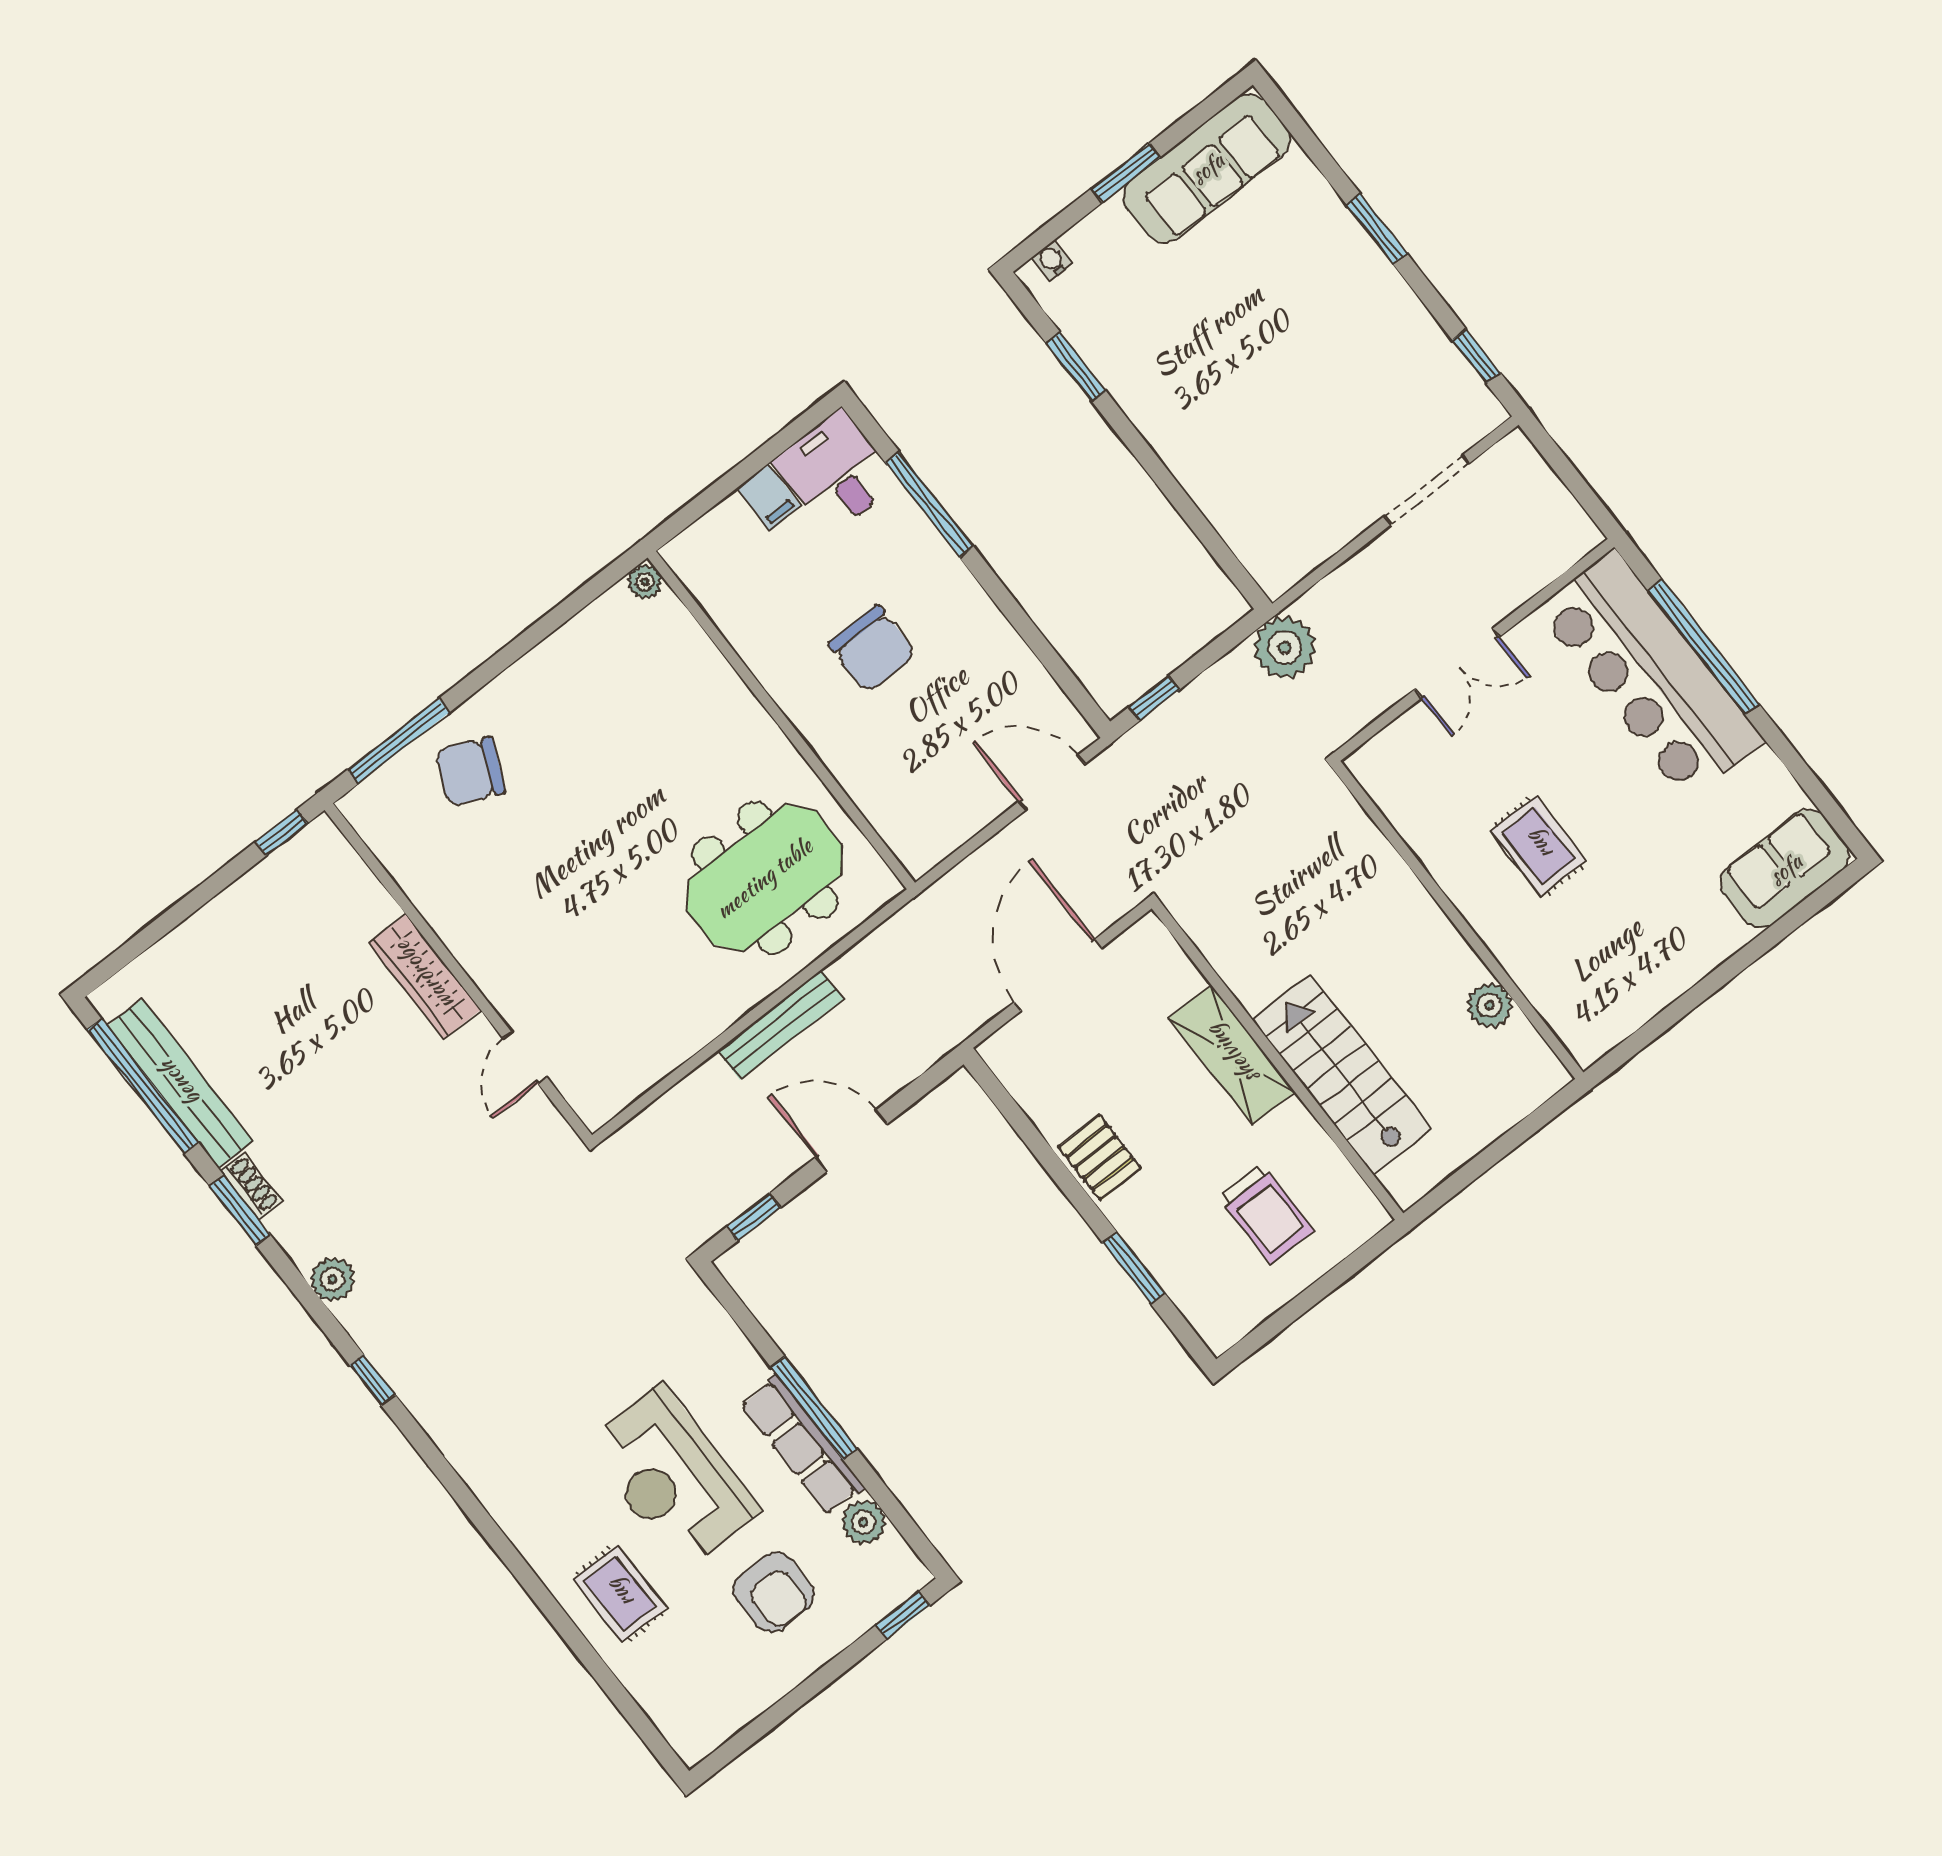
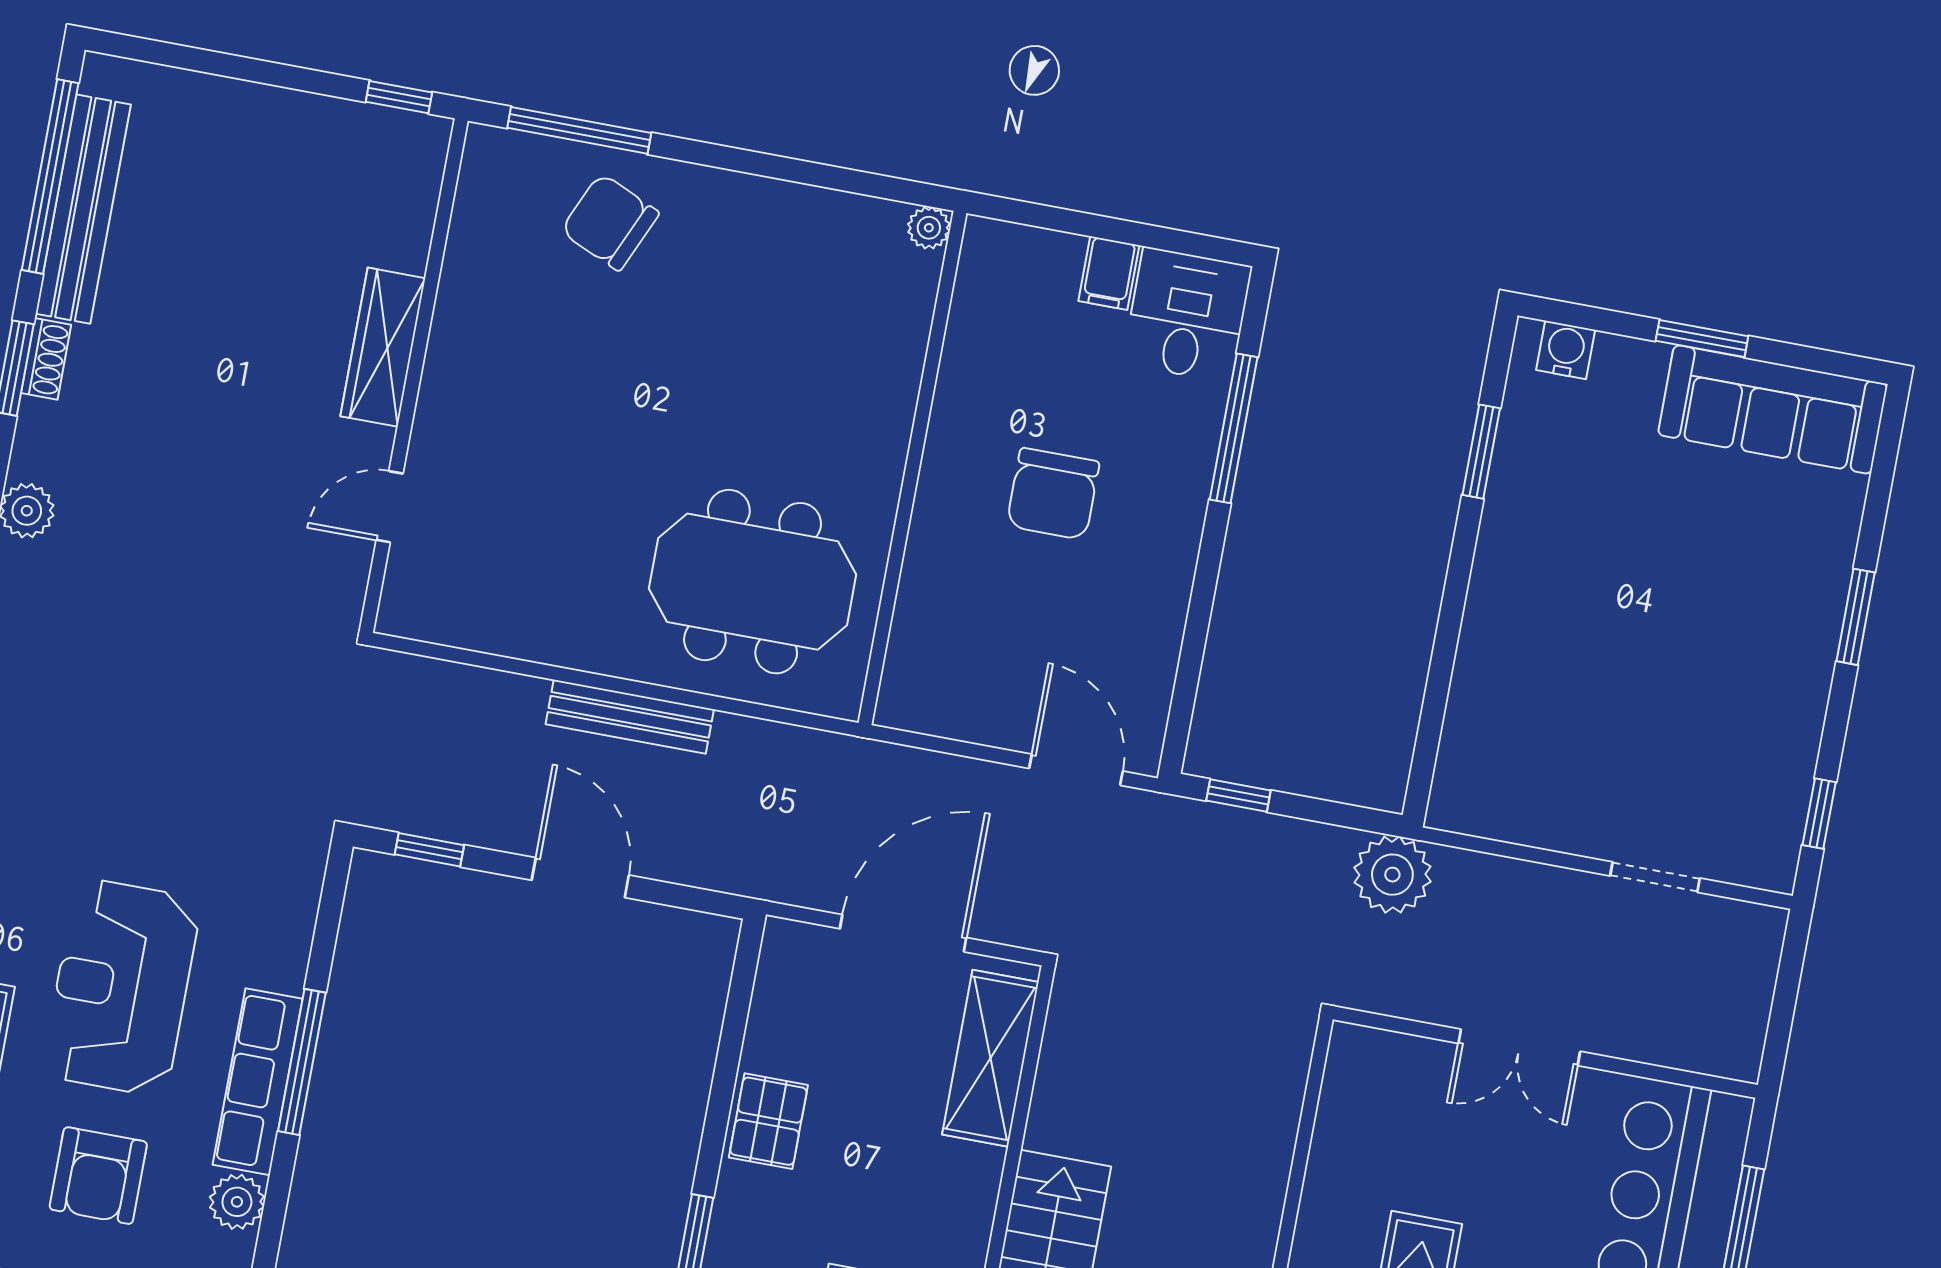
water cooler: (1052, 260) -> (1566, 350), width x1.38, depth x1.38
doorway: (1427, 490) -> (1655, 877), width x0.73
shelving: (1232, 1055) -> (990, 1058), moved

